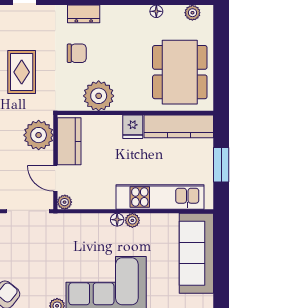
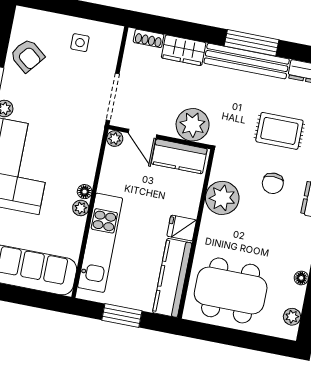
rug: (22, 72) -> (279, 131), moved
door: (55, 178) -> (142, 134), swing flipped

